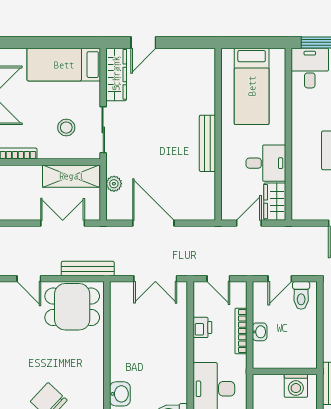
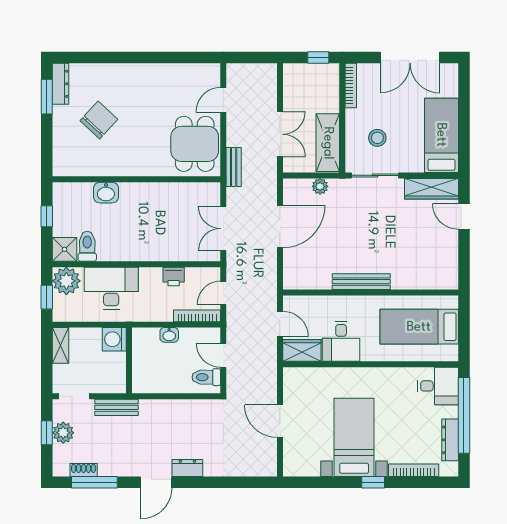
bench: (88, 269) -> (234, 167), width x0.73
bookcase: (241, 331) -> (197, 316), moved
washing machine: (296, 386) -> (114, 339), moved

